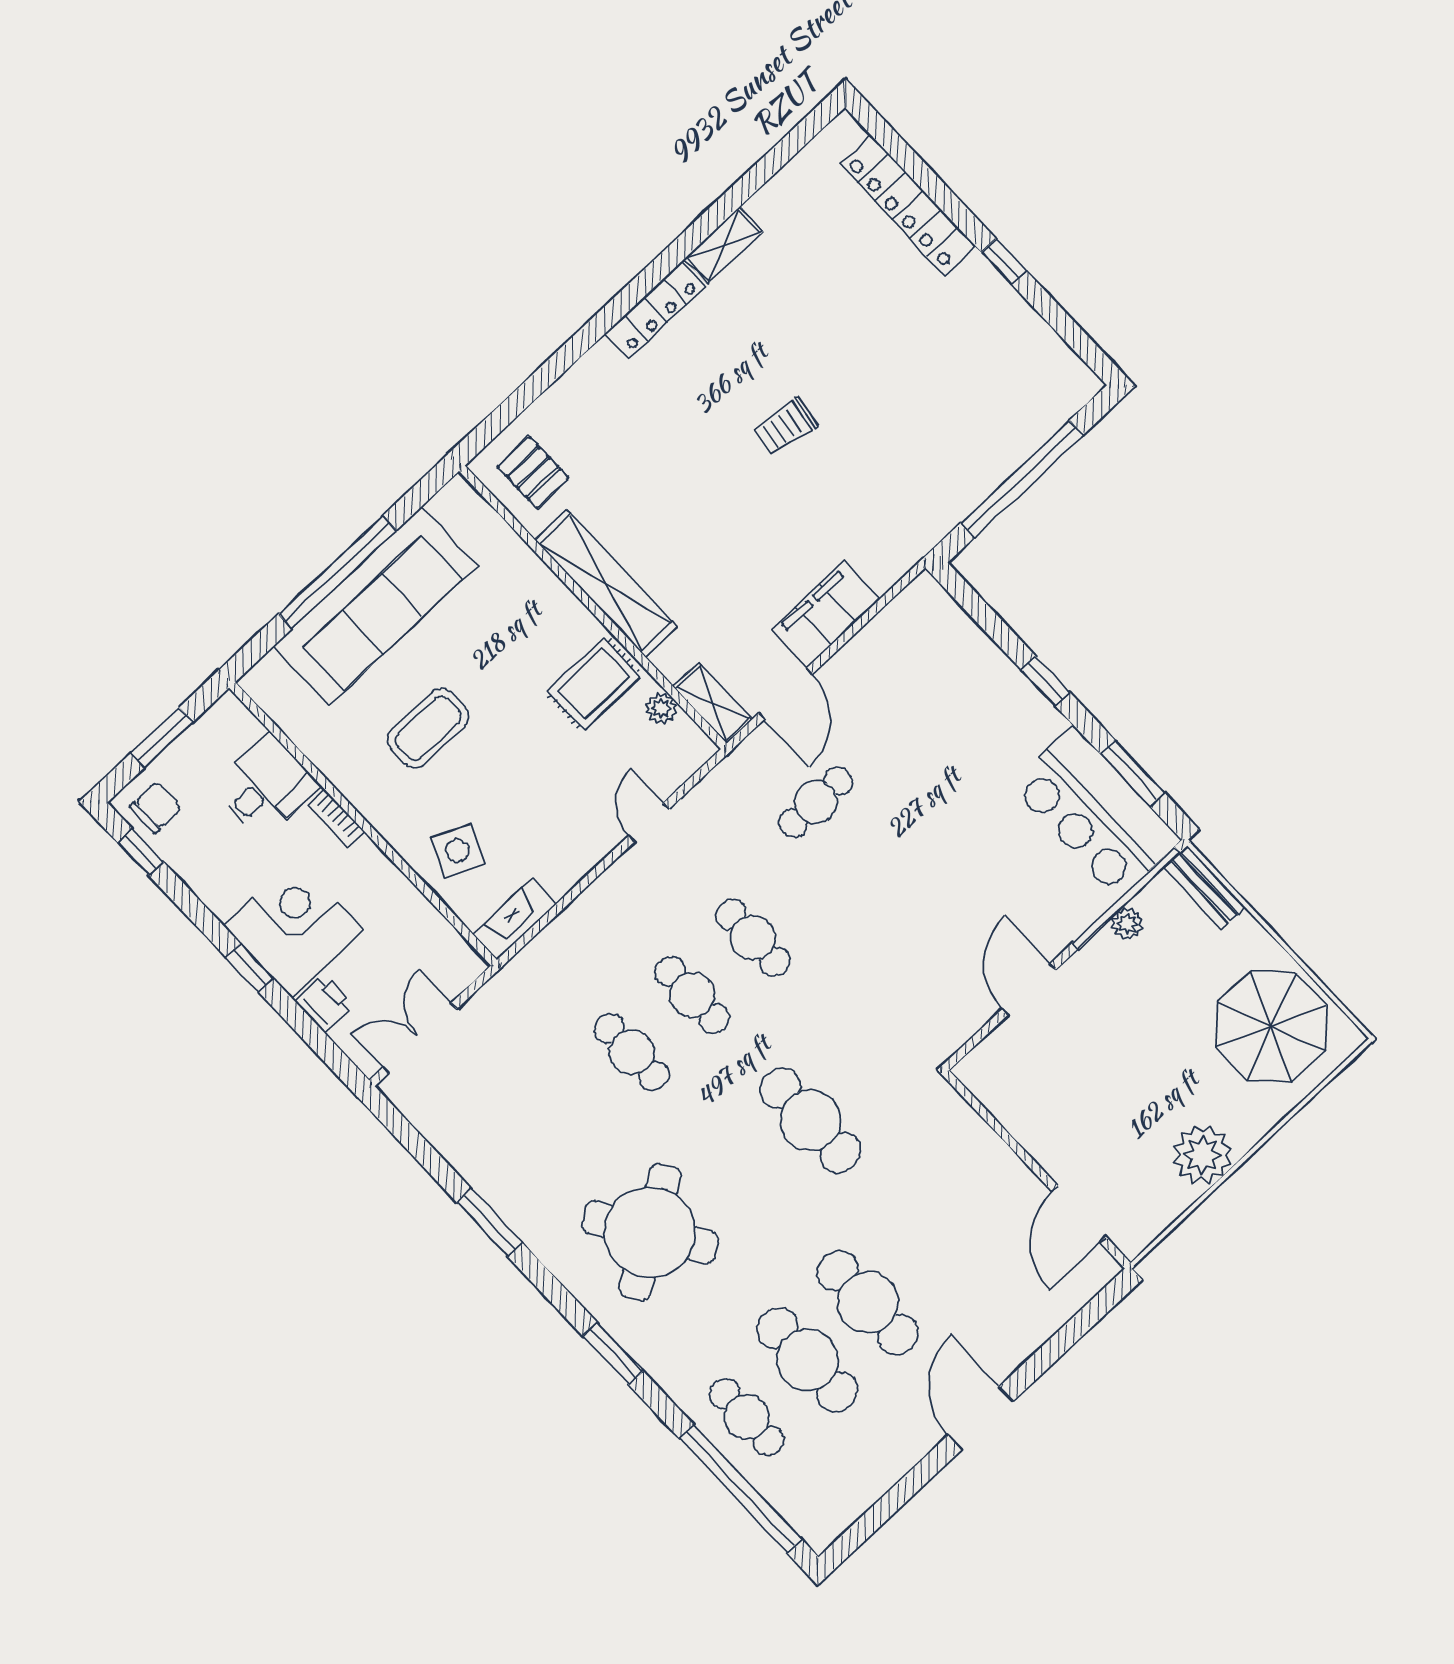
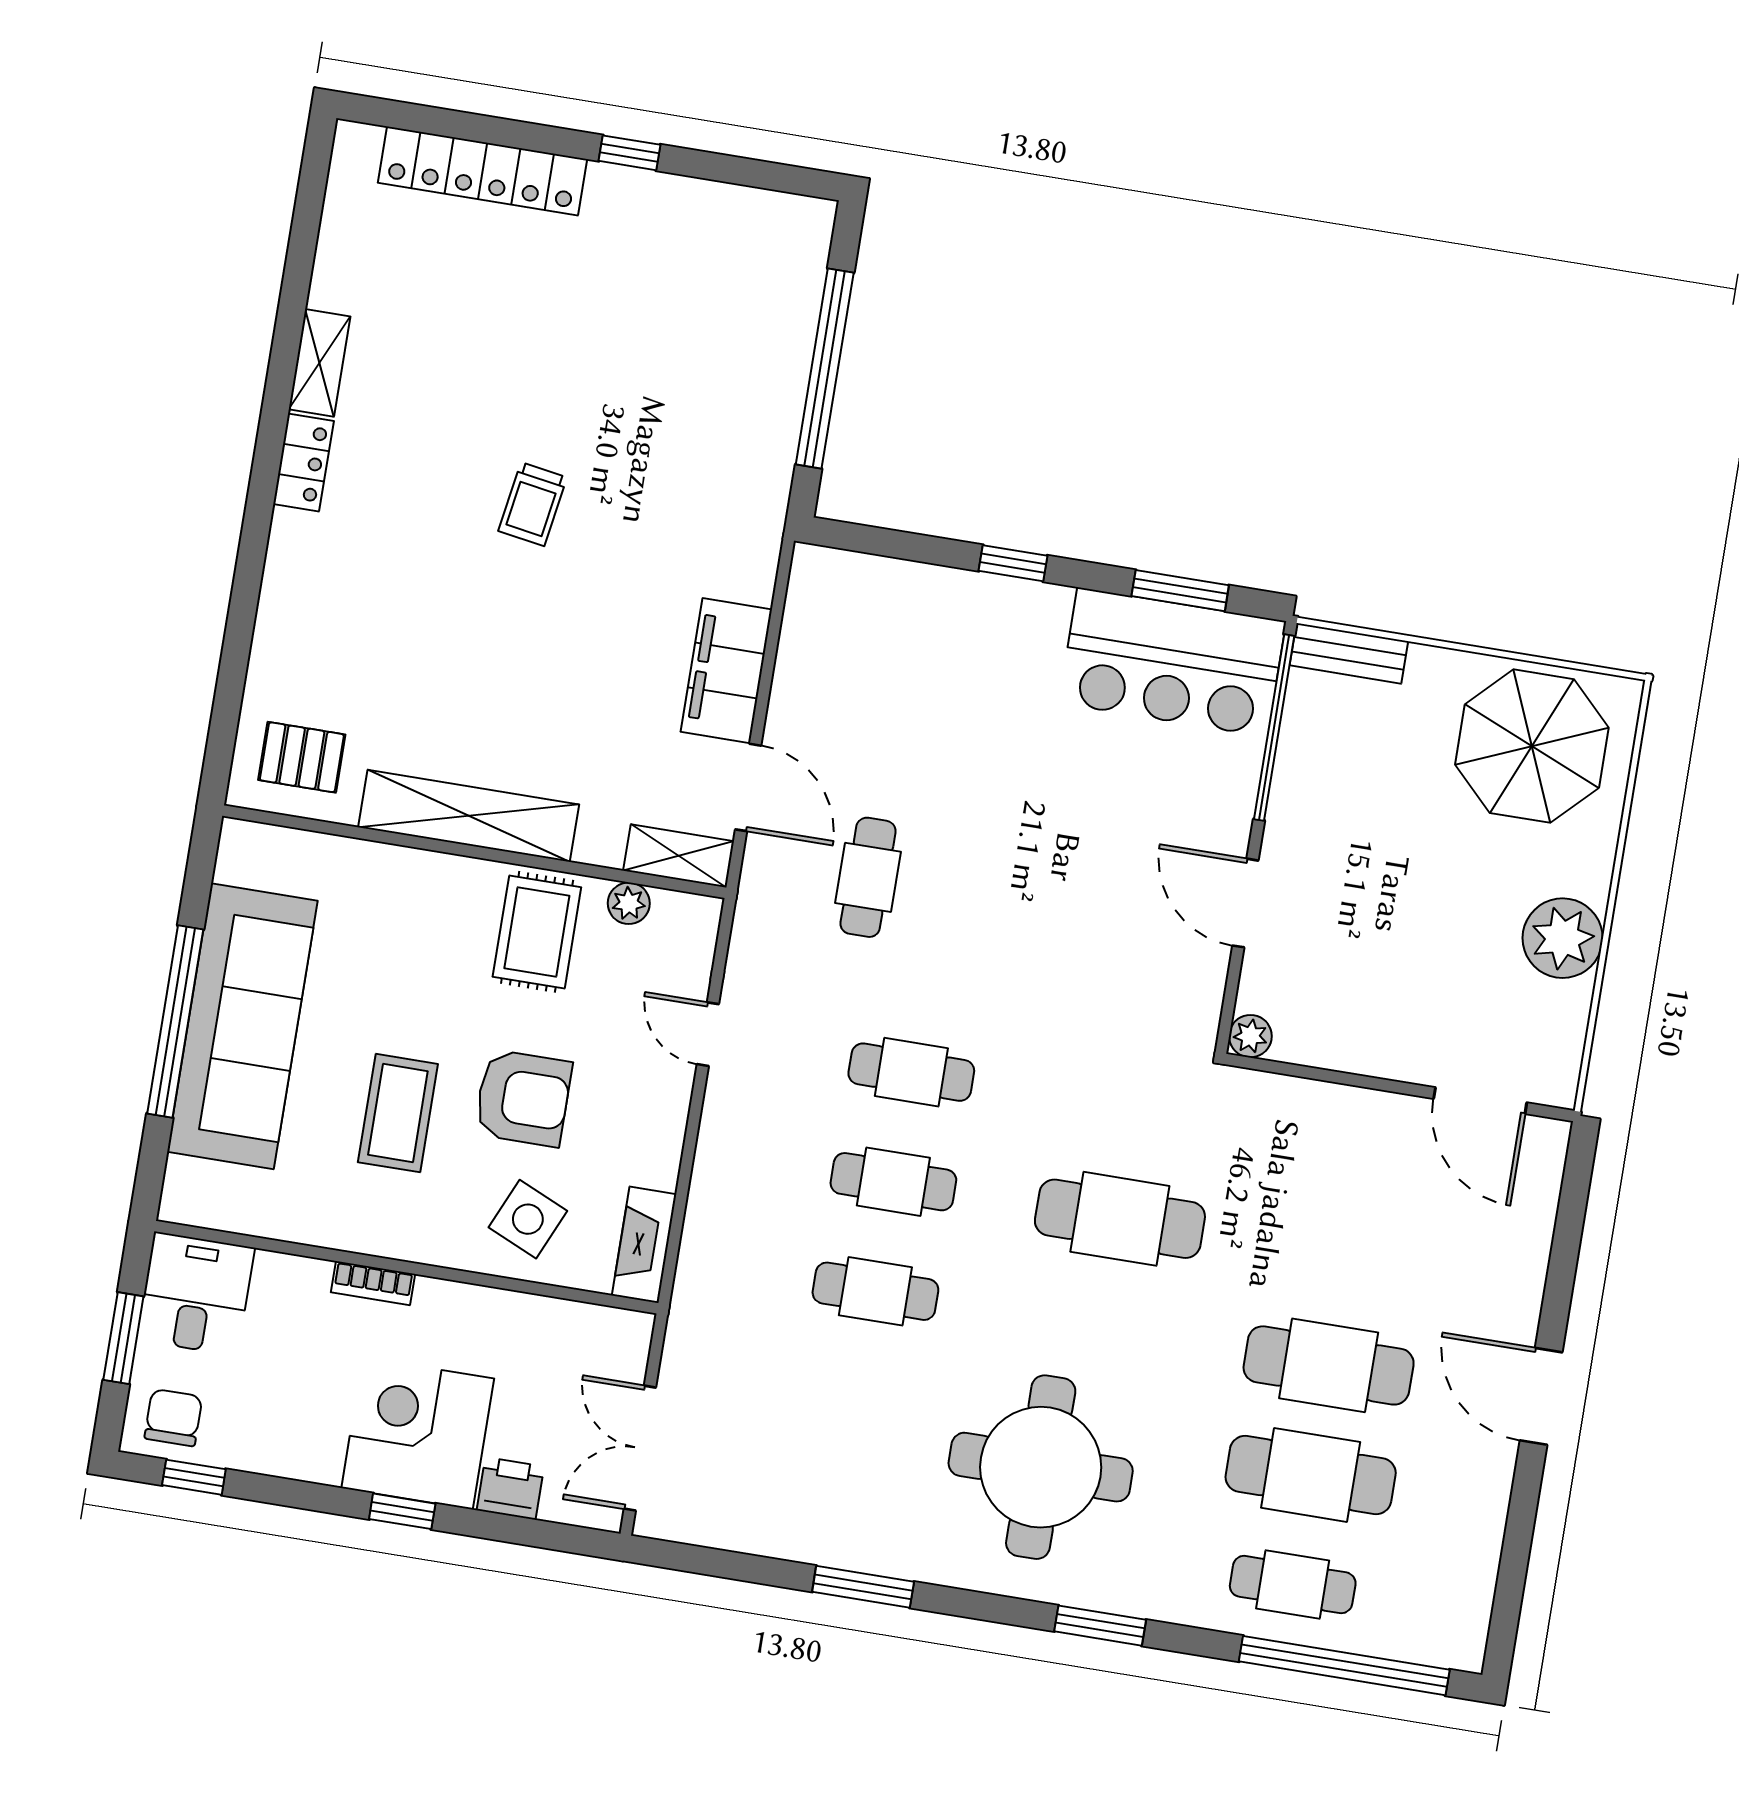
locker: (655, 310) -> (303, 463), width x0.66
armchair: (510, 776) -> (523, 1098), added
desk: (265, 786) -> (196, 1294), moved
plant: (1127, 924) -> (1250, 1036), moved
round table: (650, 1232) -> (1041, 1467), turned 32

